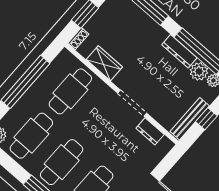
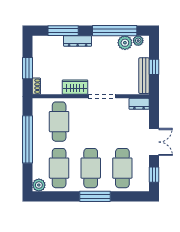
dresser: (179, 51) -> (78, 41), moved
wardrobe: (104, 63) -> (75, 87), moved
dresser: (150, 131) -> (139, 104), moved

